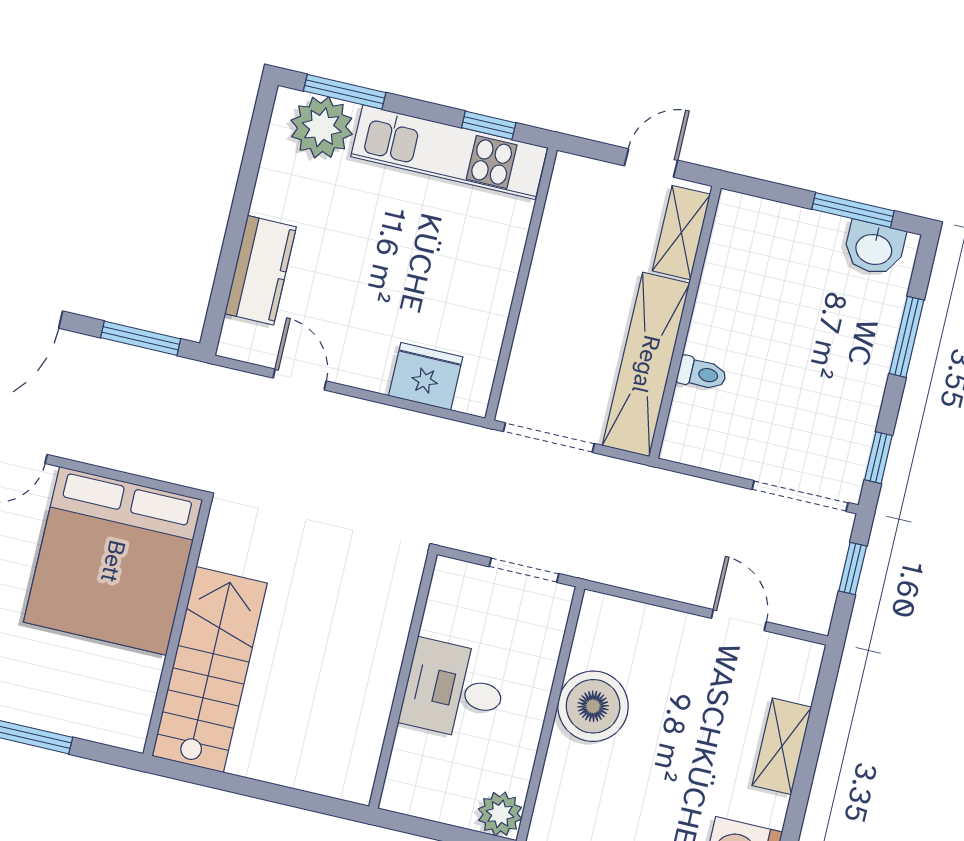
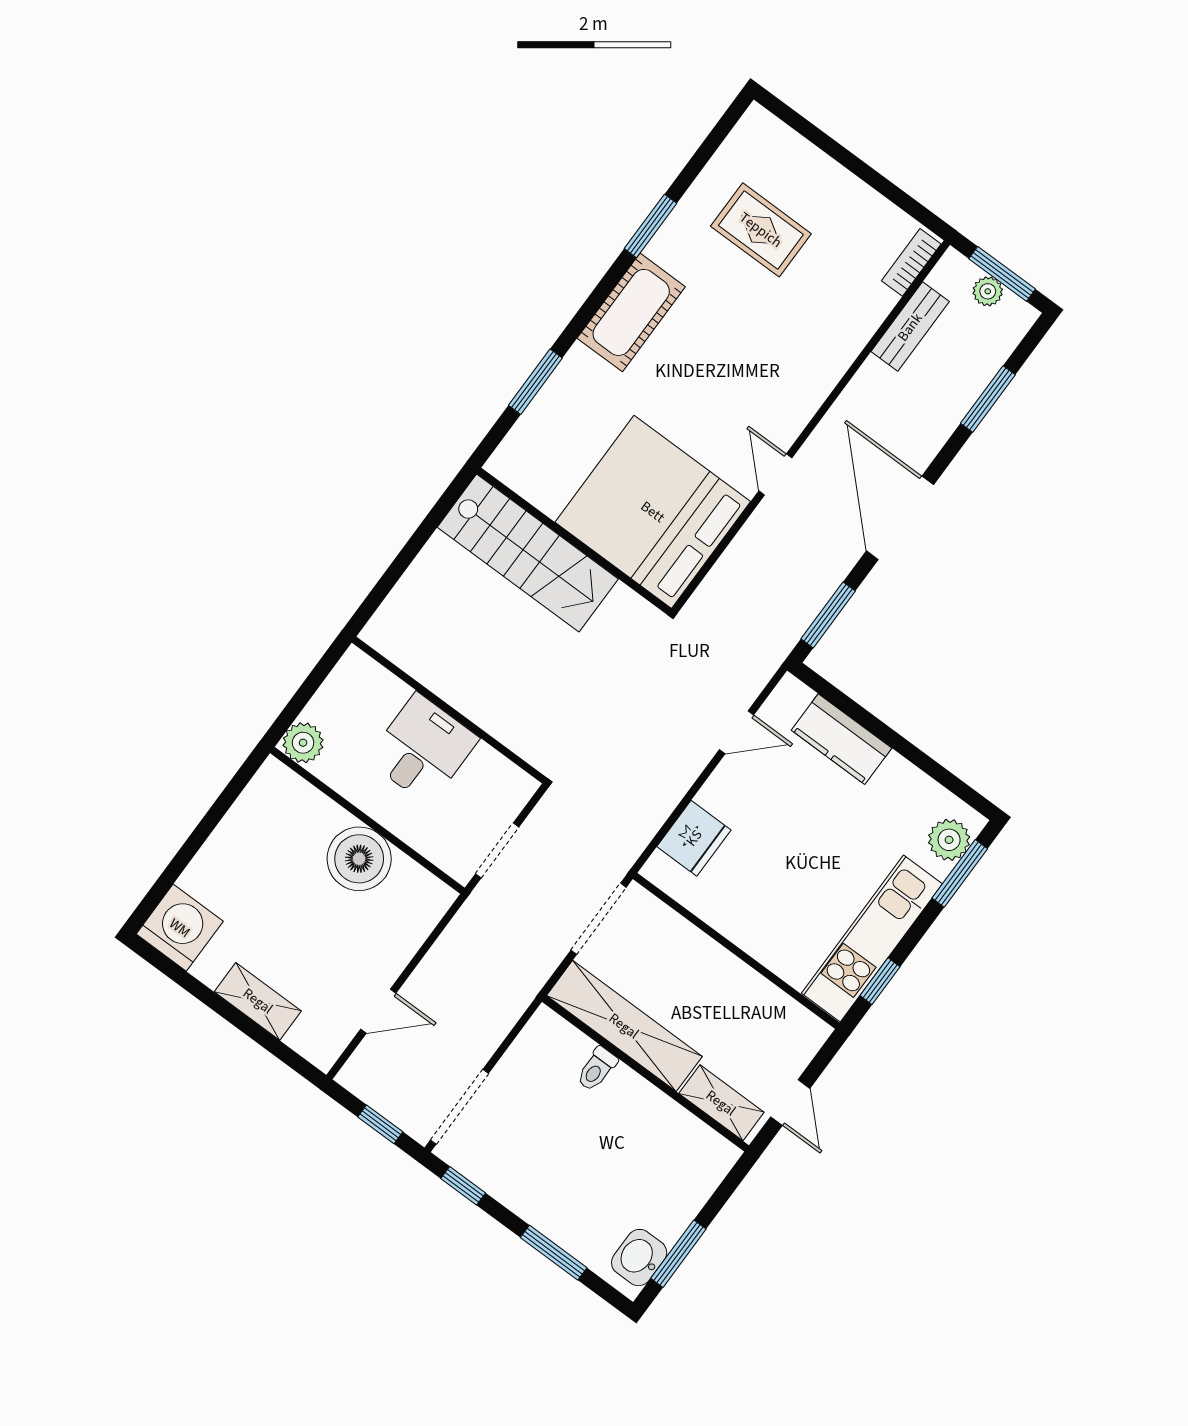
plant: (322, 127) -> (949, 840), width x0.73, depth x0.73

